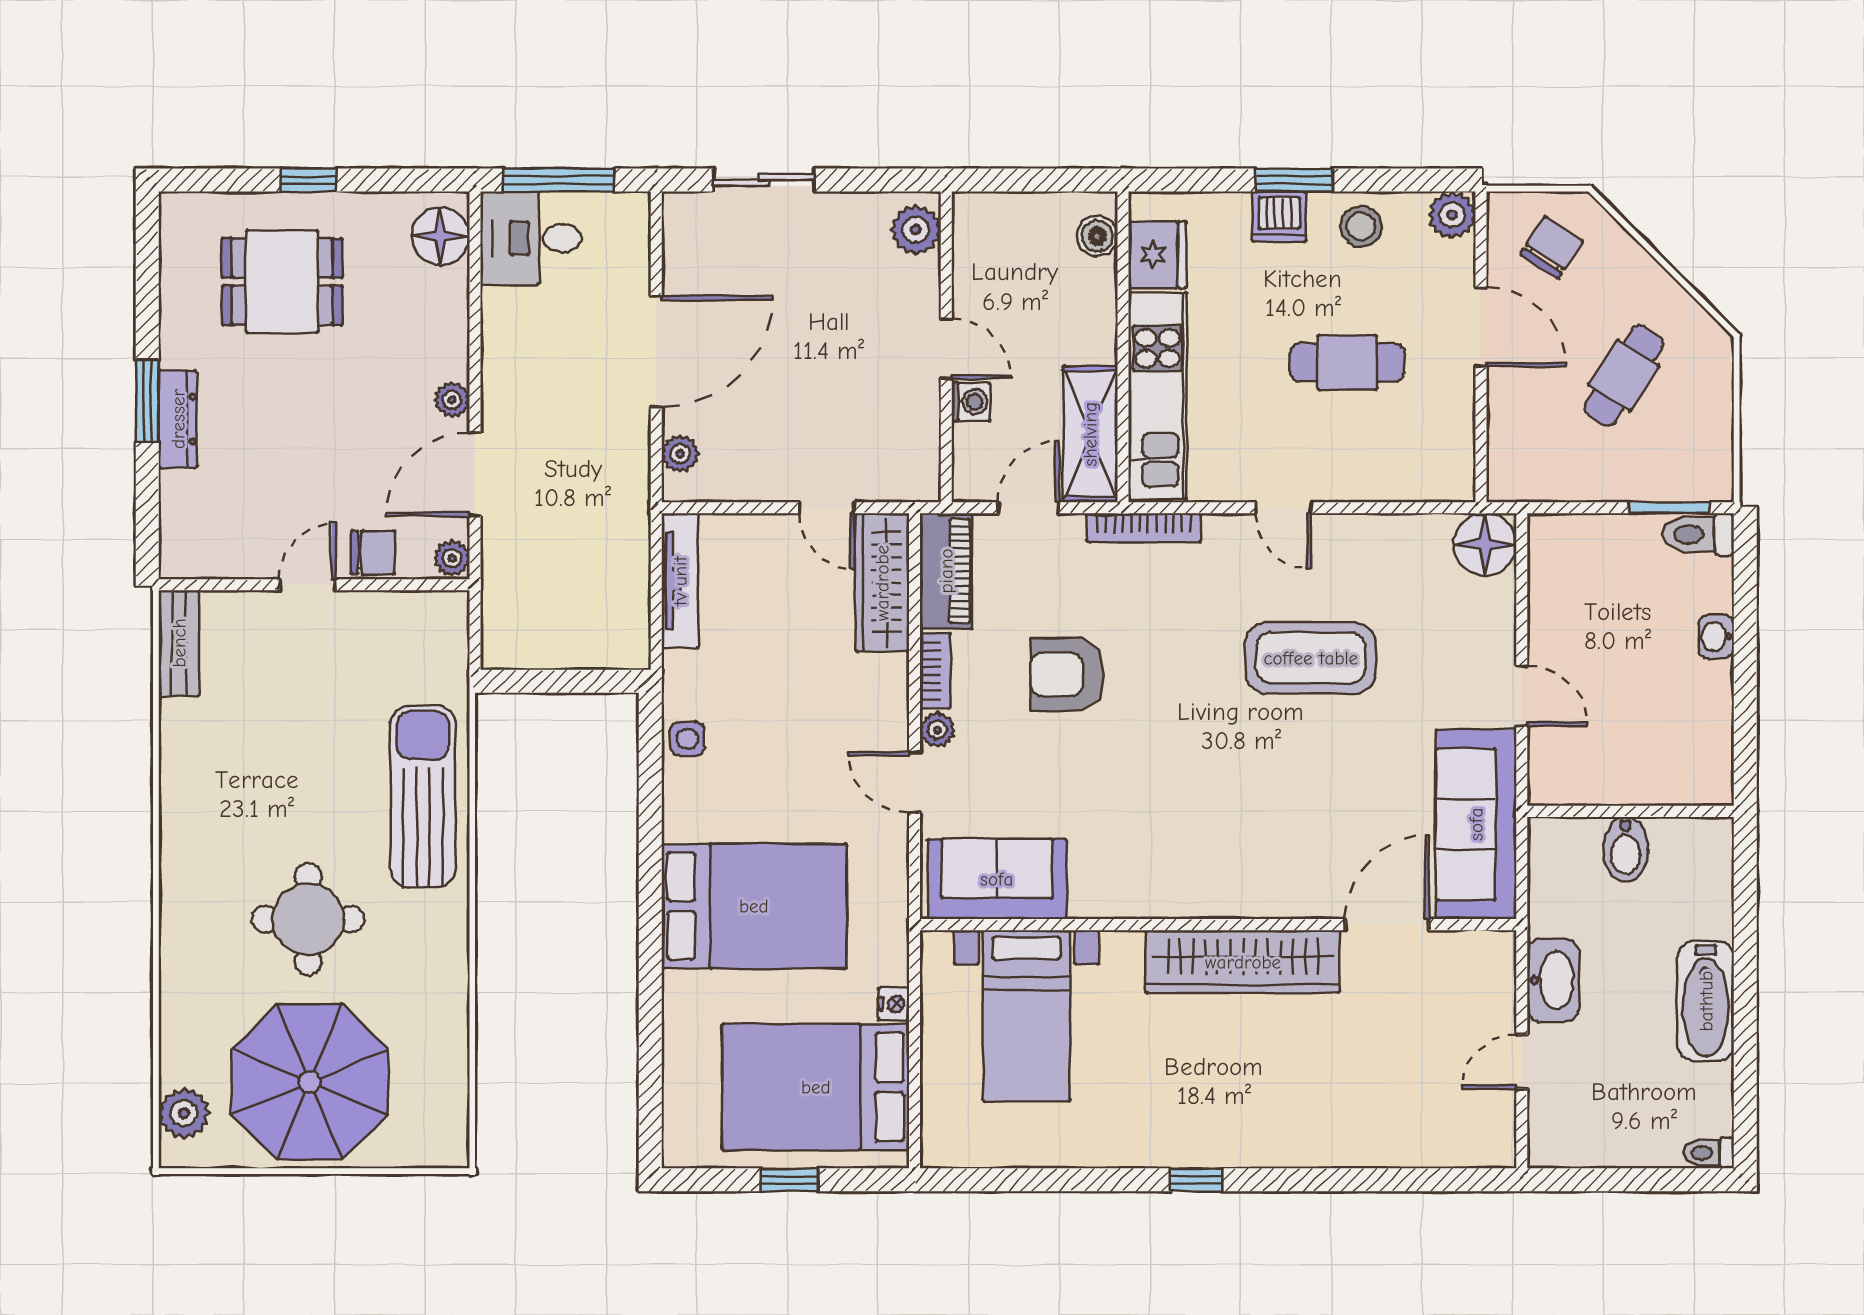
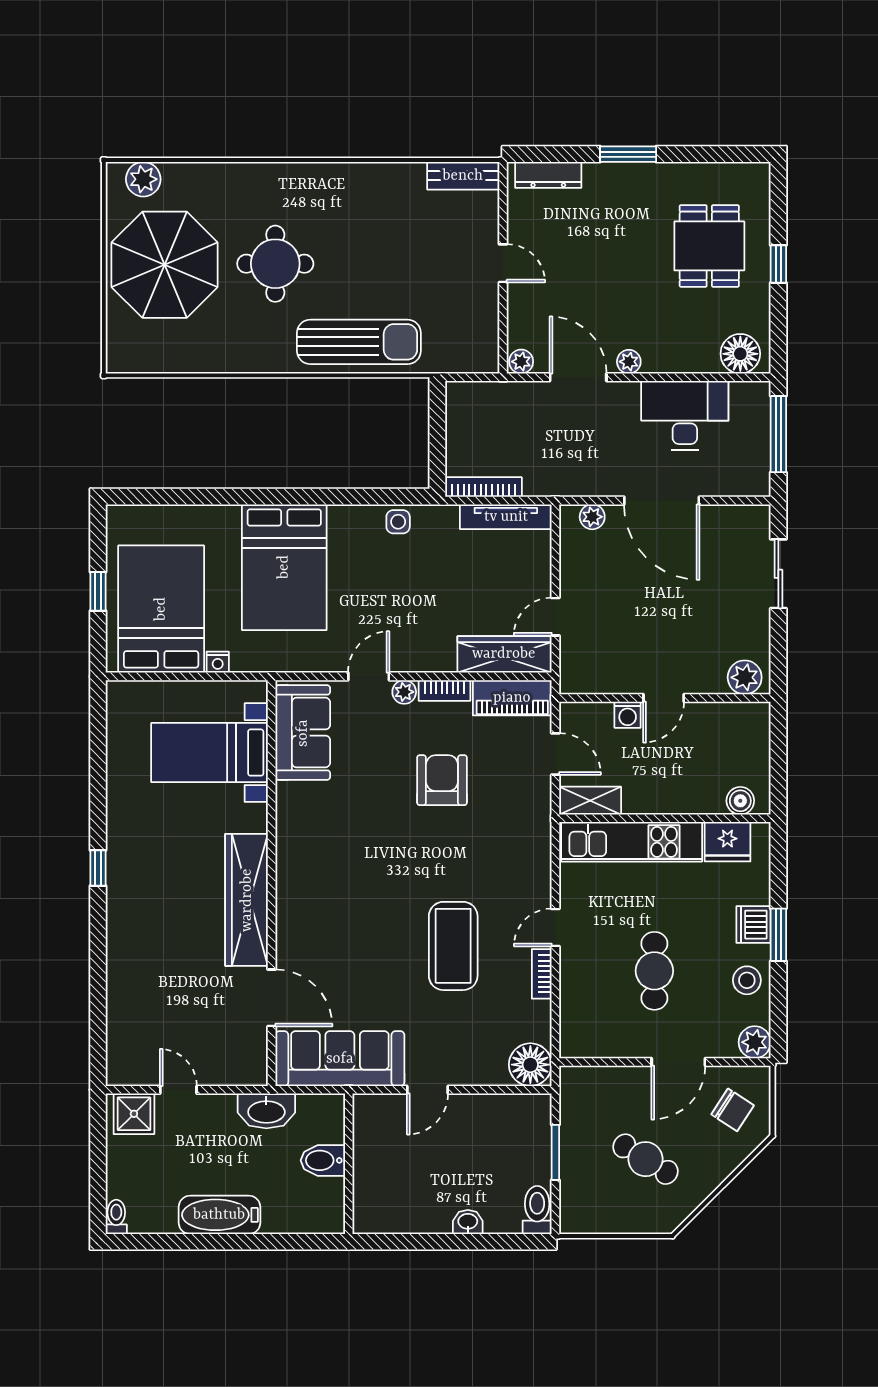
desk: (531, 238) -> (685, 415), moved, width x1.37
dresser: (178, 419) -> (548, 175), moved
shelving: (1090, 434) -> (590, 801), width x0.67, depth x0.75
window: (1669, 508) -> (555, 1152), moved
bookcase: (1144, 528) -> (542, 974), moved, width x0.64
chair: (373, 553) -> (525, 308), removed
bookcase: (636, 614) -> (483, 487), added
washbasin: (1553, 980) -> (266, 1111), moved
shower: (1557, 1127) -> (134, 1114), added

